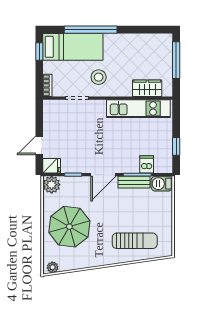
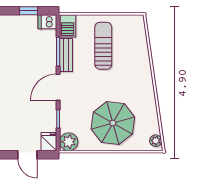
dishwasher: (147, 164) -> (47, 22), moved
door: (103, 175) -> (58, 87), swing flipped
sun lounger: (135, 241) -> (103, 46), moved

